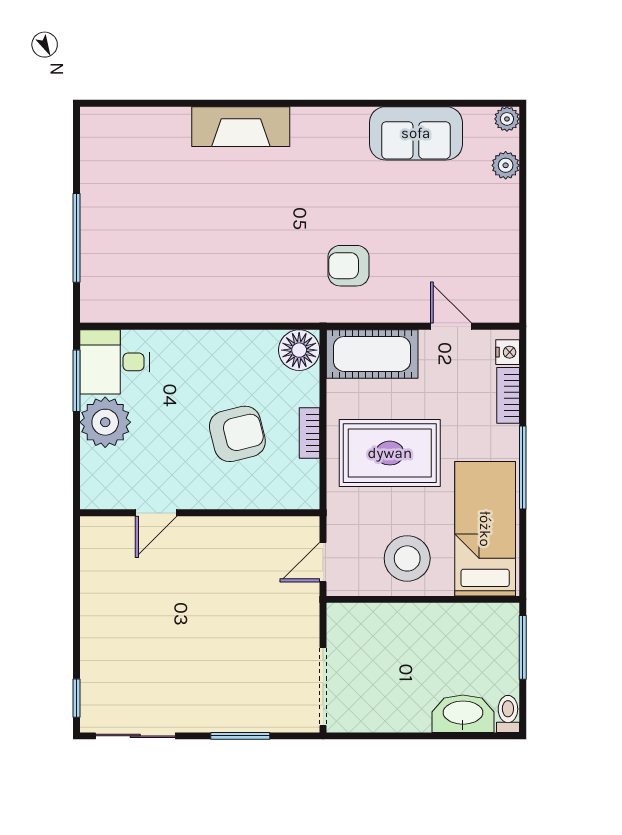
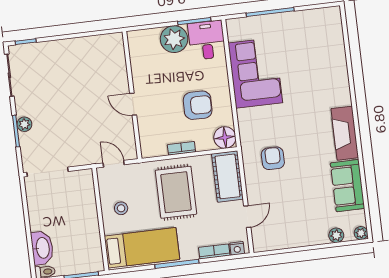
fireplace: (241, 127) -> (345, 133), moved
corner sofa: (186, 279) -> (255, 73), added
armchair: (237, 434) -> (198, 105), moved, turned -75
door: (156, 513) -> (133, 104), moved
stool: (407, 558) -> (121, 208), width x0.53, depth x0.53
plant: (230, 719) -> (24, 124), added

